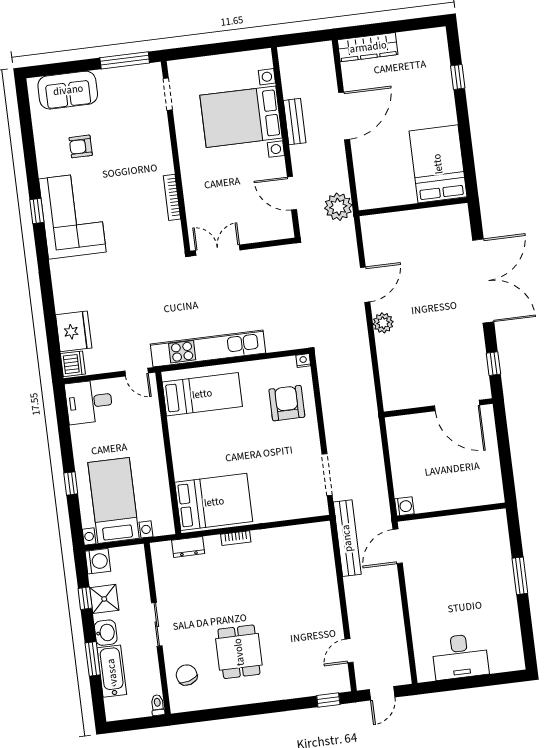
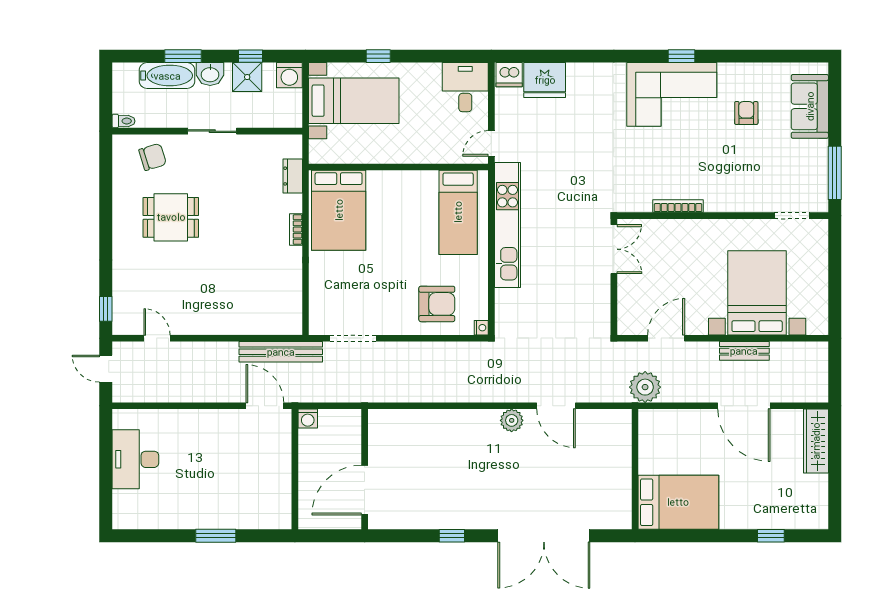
door: (457, 405) -> (365, 490), moved
wall: (438, 408) -> (365, 469), moved

